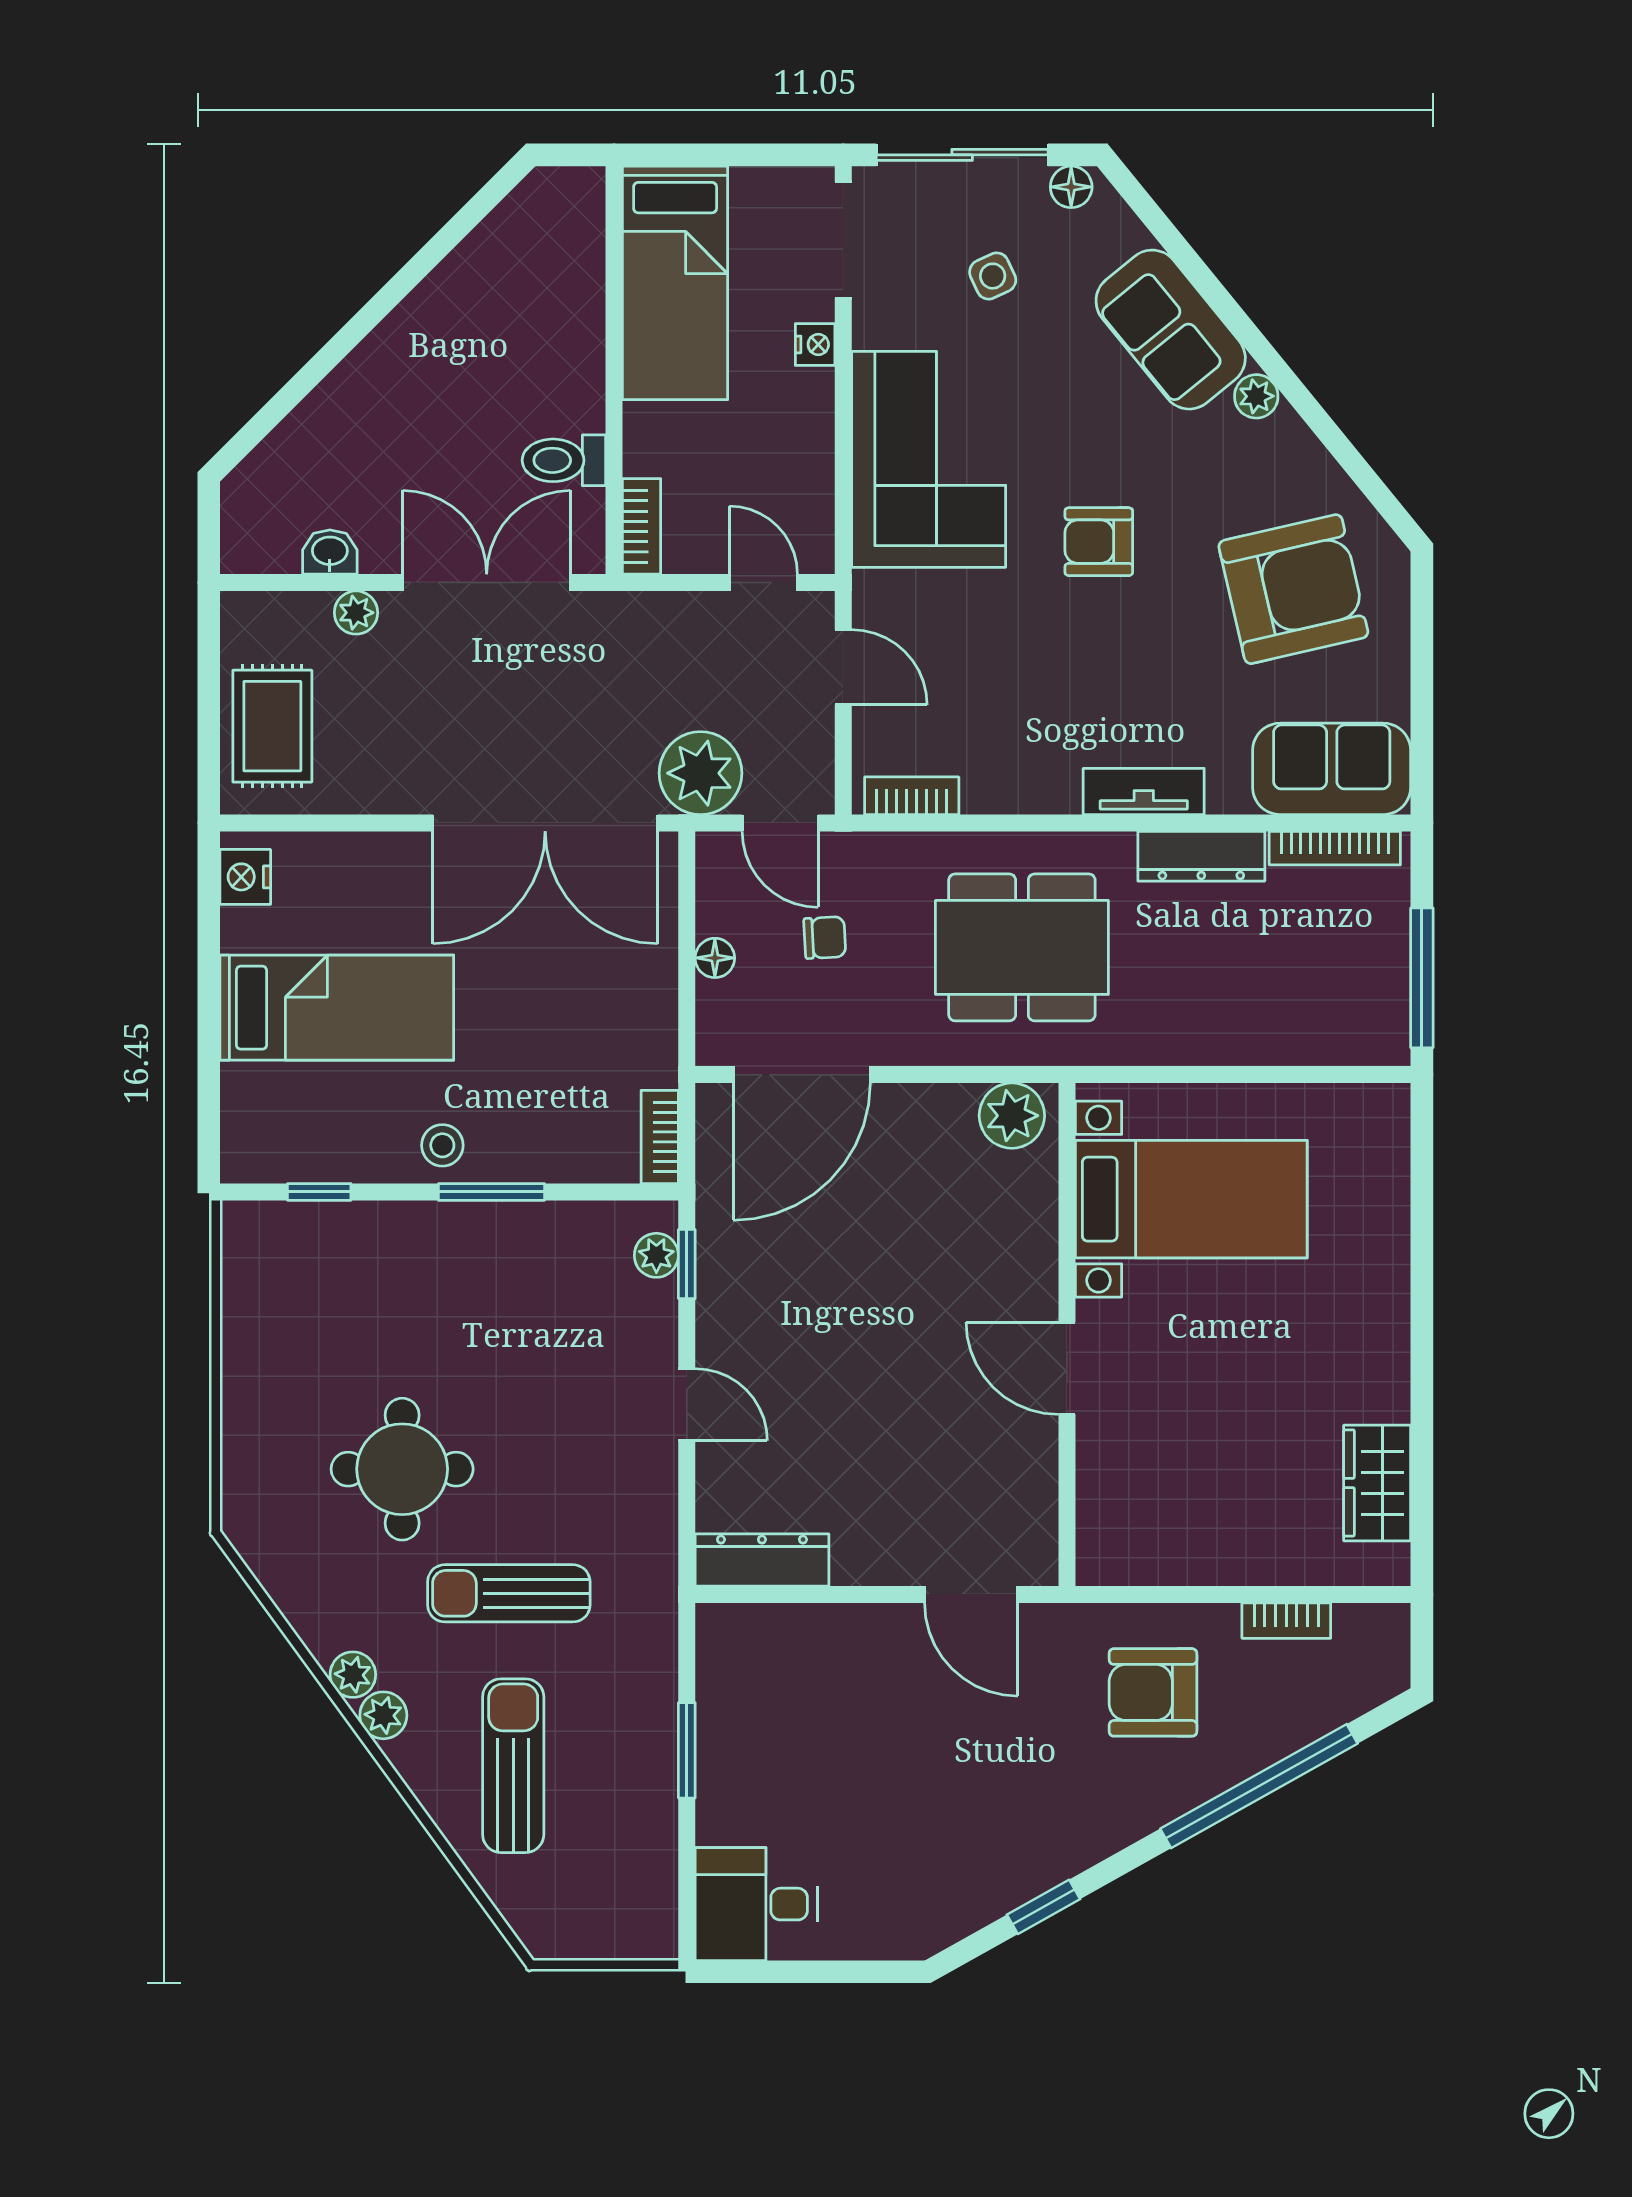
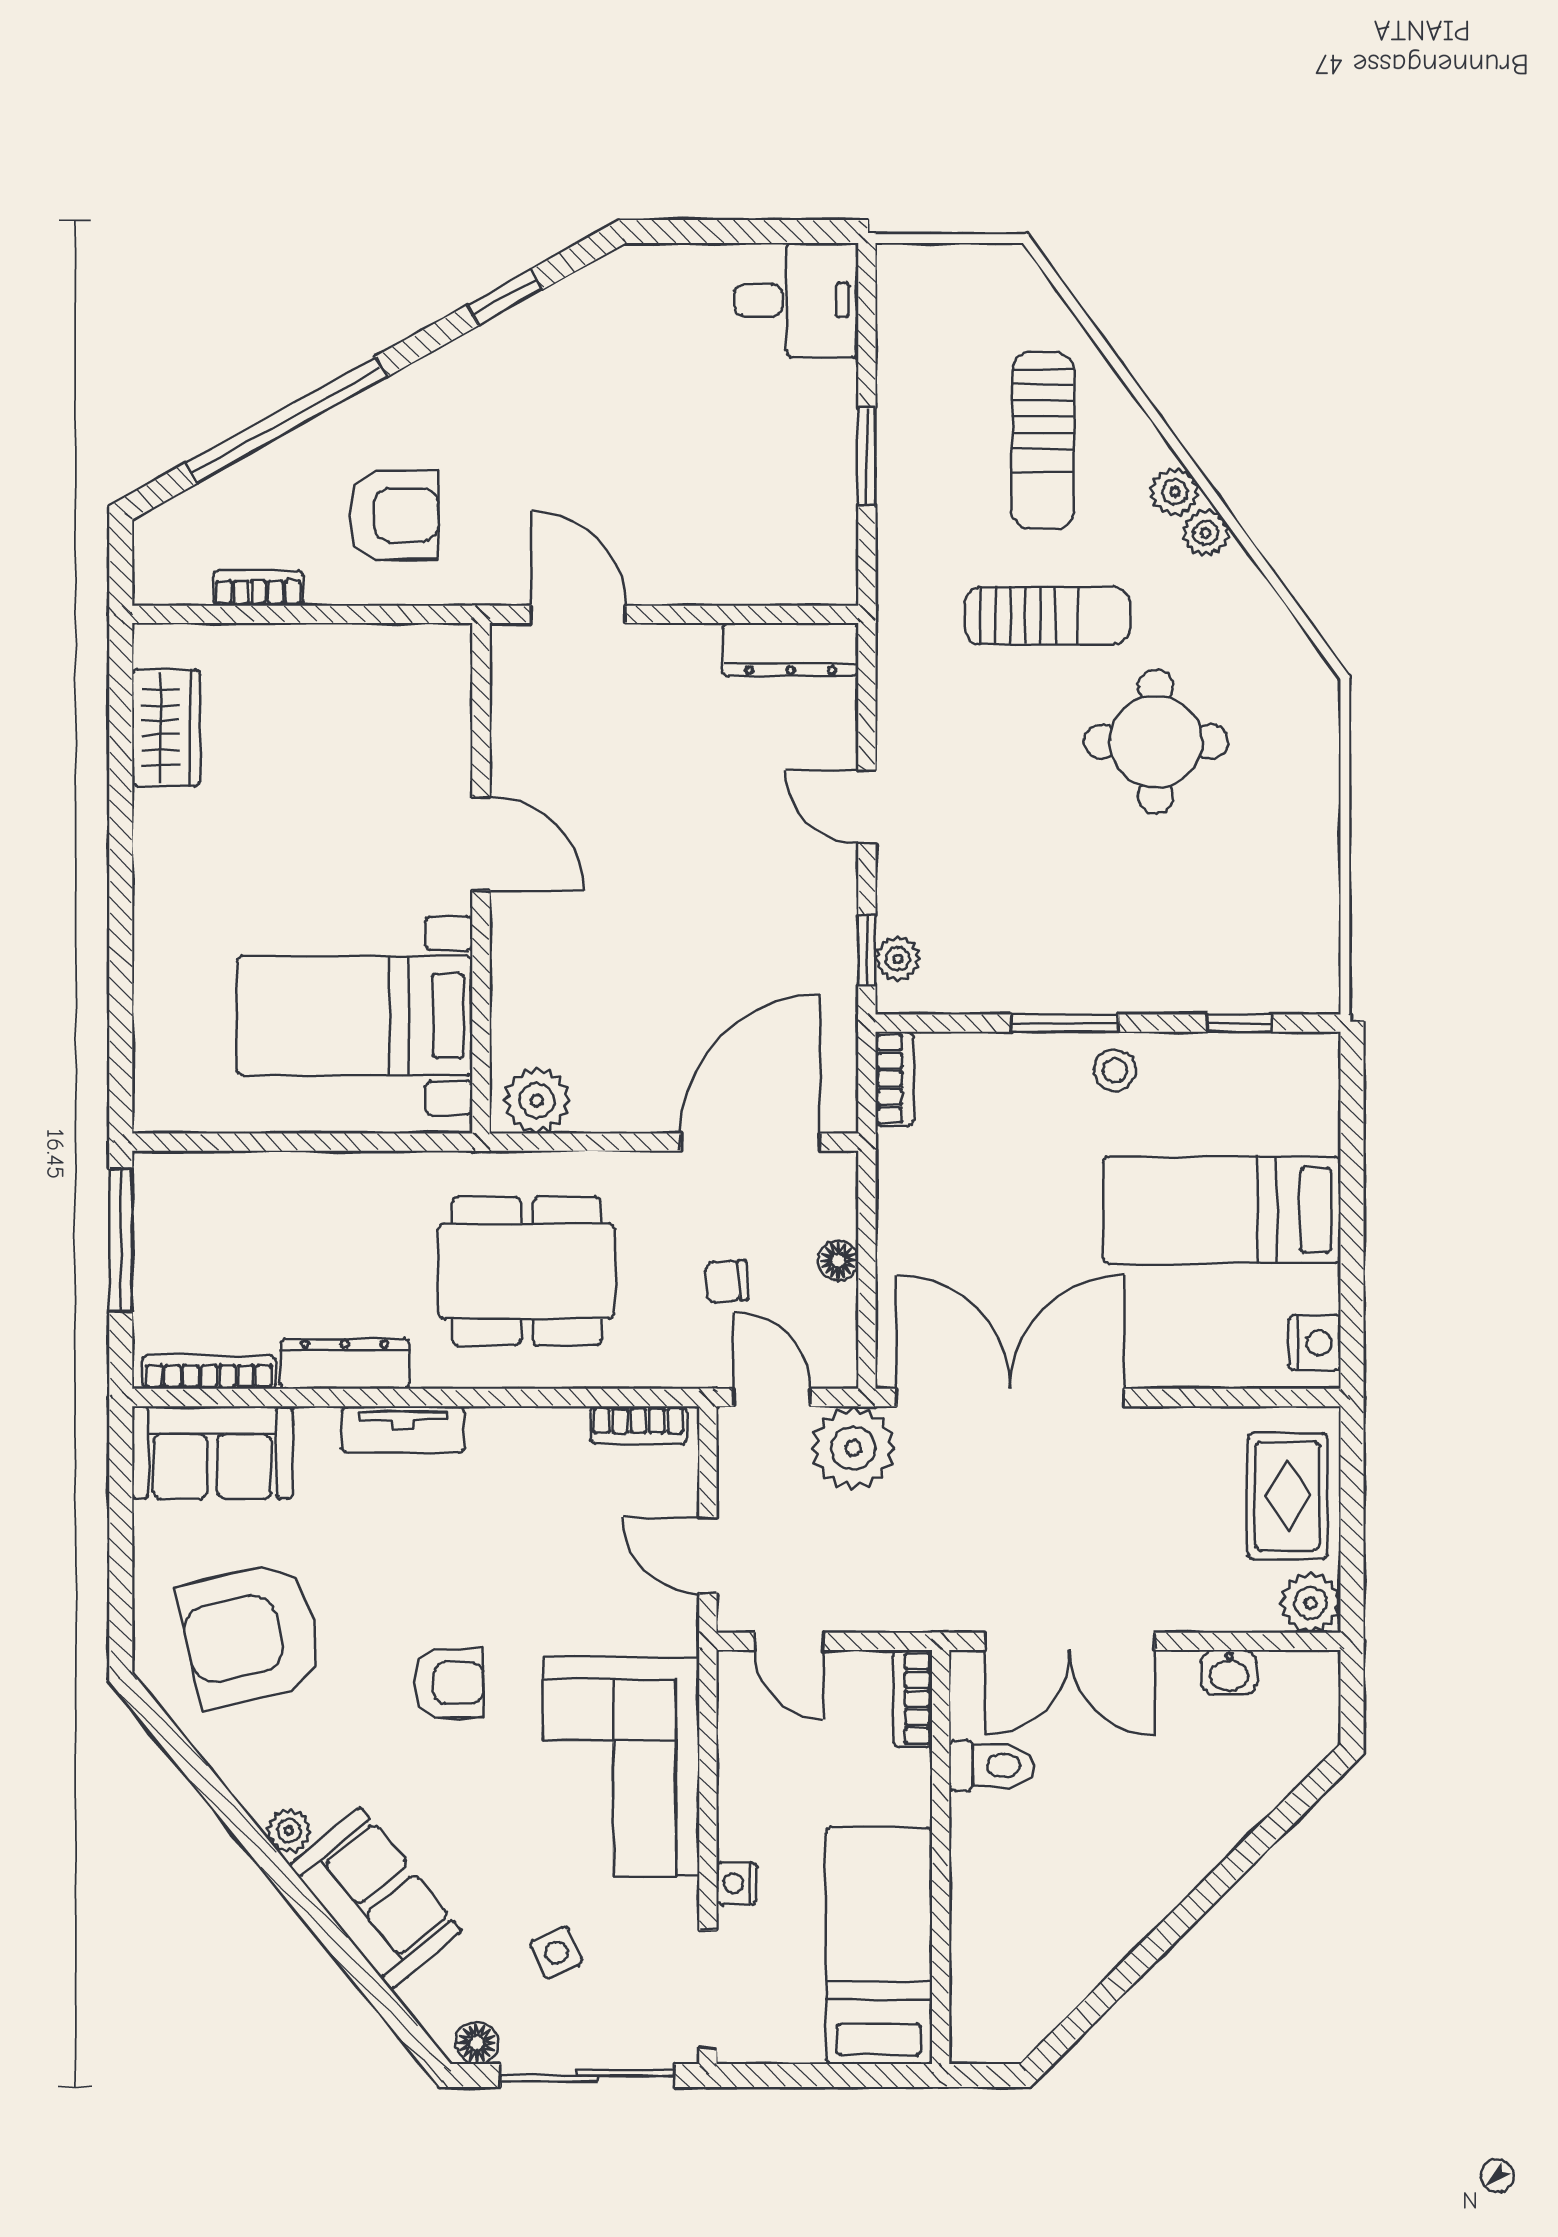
plant: (356, 613) -> (1310, 1603), moved, width x1.38, depth x1.38

